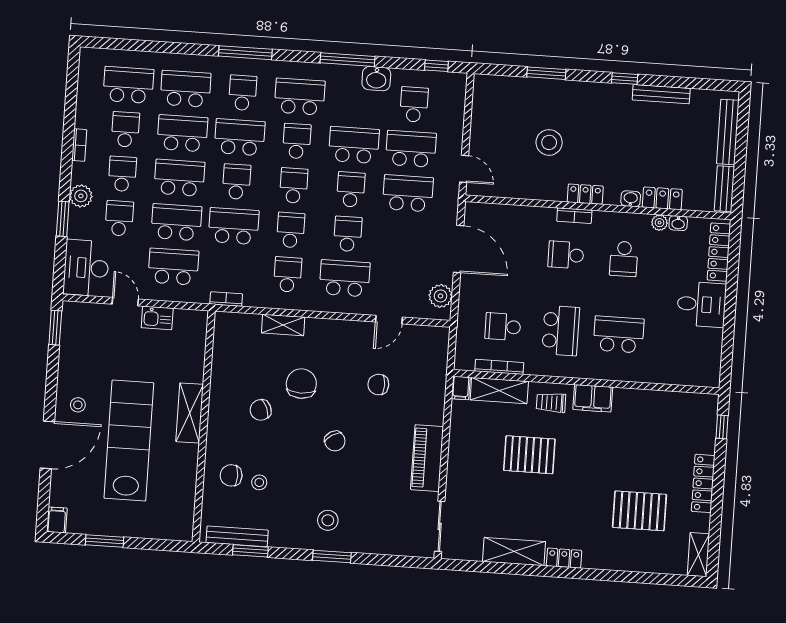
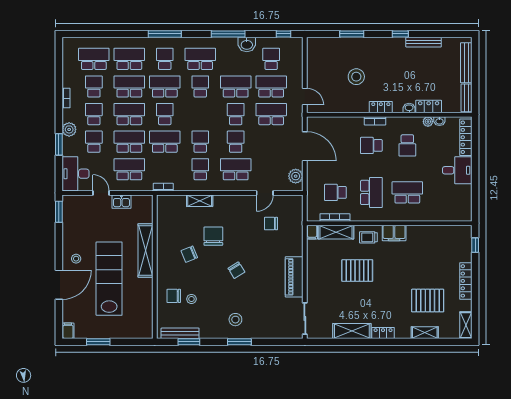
school desk: (294, 186) -> (200, 114), removed
chair: (378, 385) -> (271, 224), moved
shelving: (190, 413) -> (146, 250), width x1.47
shelving: (631, 562) -> (425, 333), added

